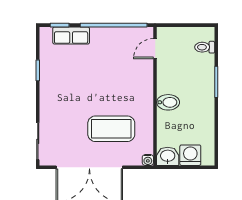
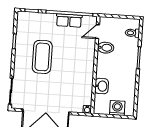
row of seats: (71, 35) -> (69, 20), moved
bidet: (168, 102) -> (106, 48), moved
coffee table: (111, 129) -> (42, 57), moved, turned 90
washbasin: (168, 156) -> (102, 86), moved, turned 90

